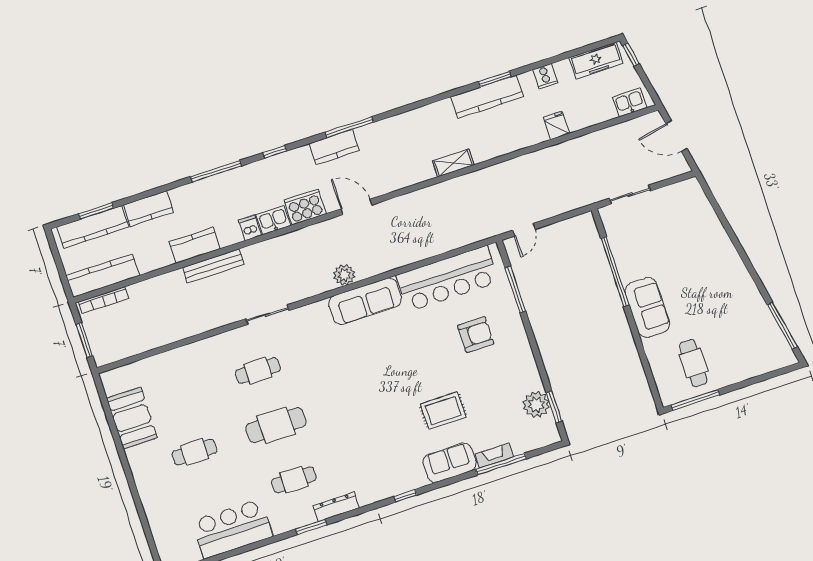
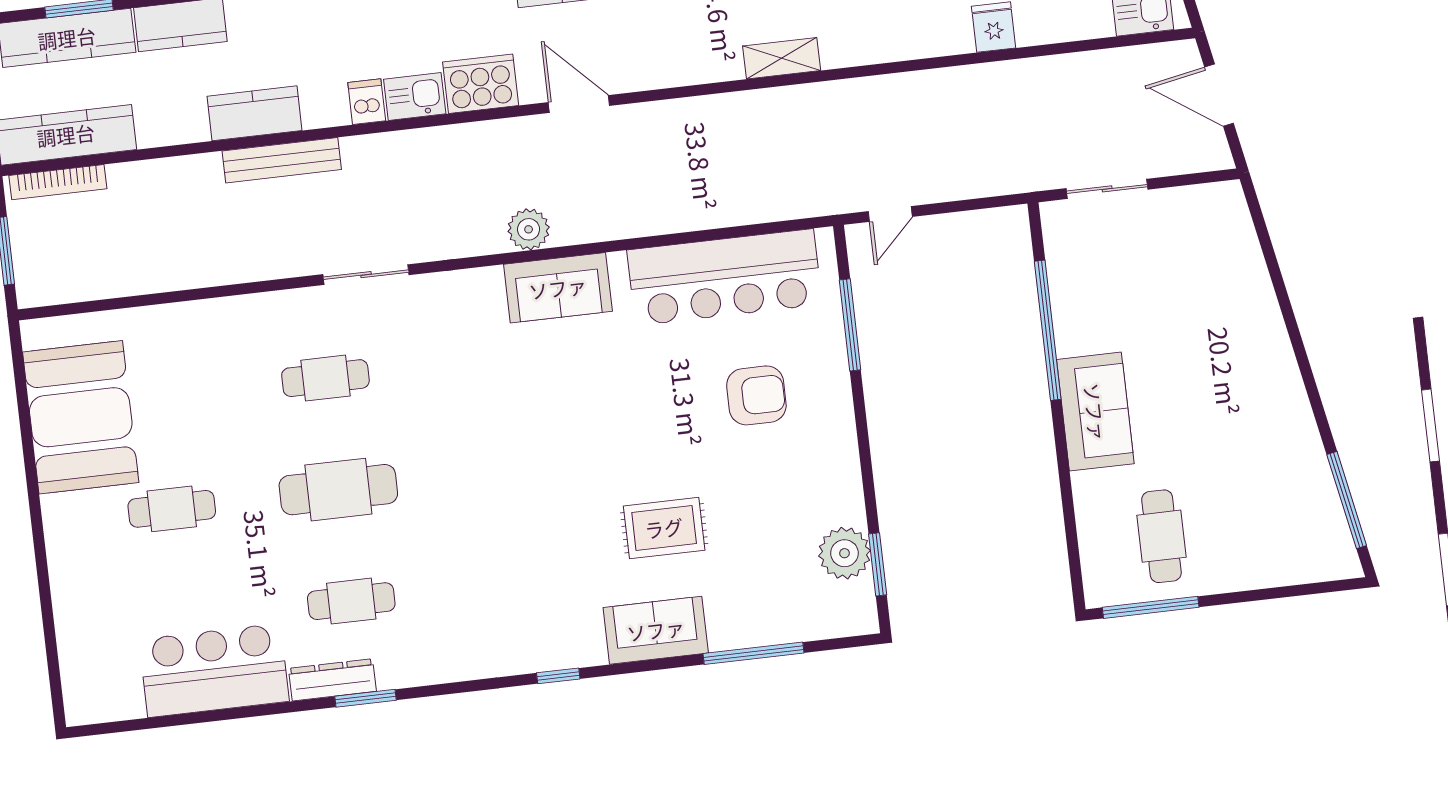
sofa: (365, 301) -> (558, 288), width x0.73
booth: (132, 418) -> (81, 417), width x1.36, depth x1.42
fireplace: (494, 455) -> (744, 634), removed
dresser: (336, 507) -> (332, 680), moved

